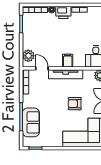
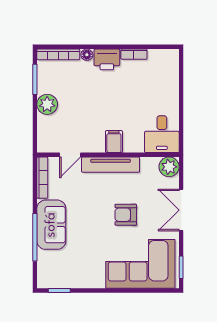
plant: (28, 56) -> (47, 104), moved
door: (42, 68) -> (70, 155), swing flipped
sofa: (31, 122) -> (51, 225), moved

